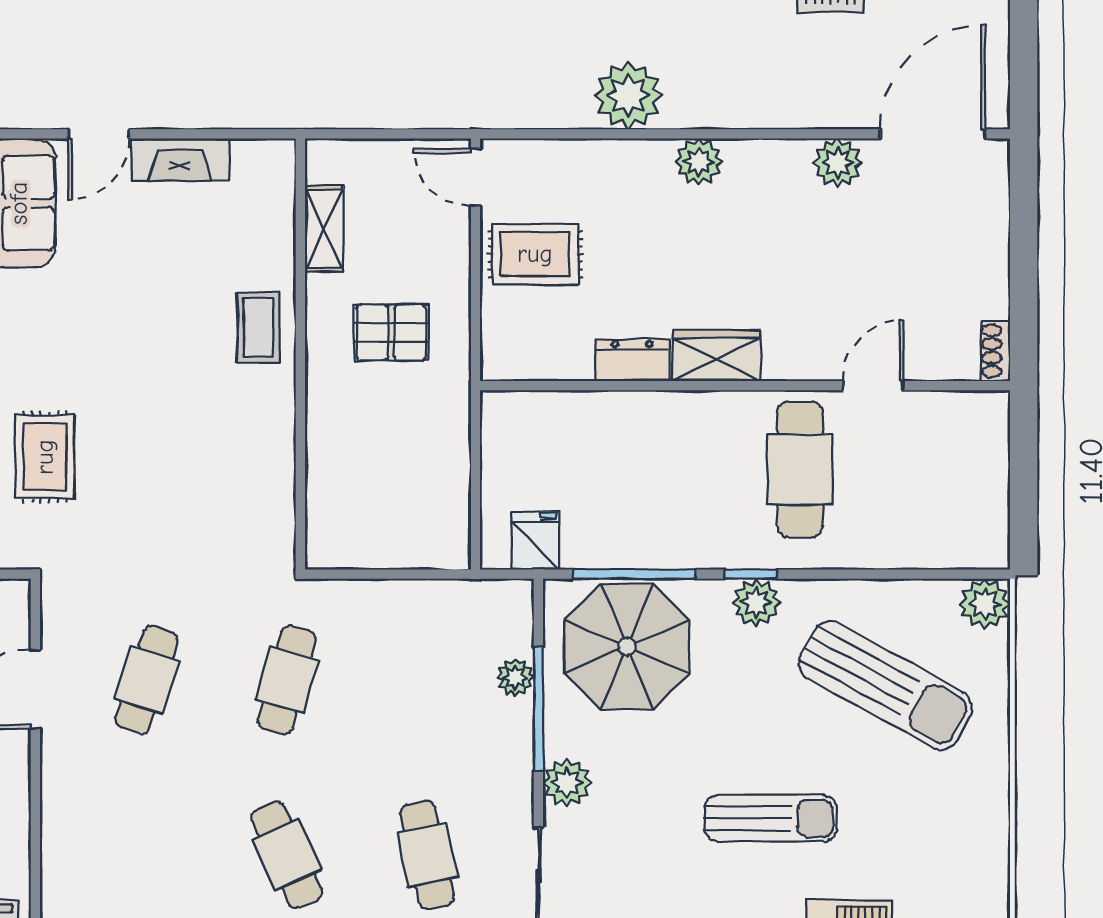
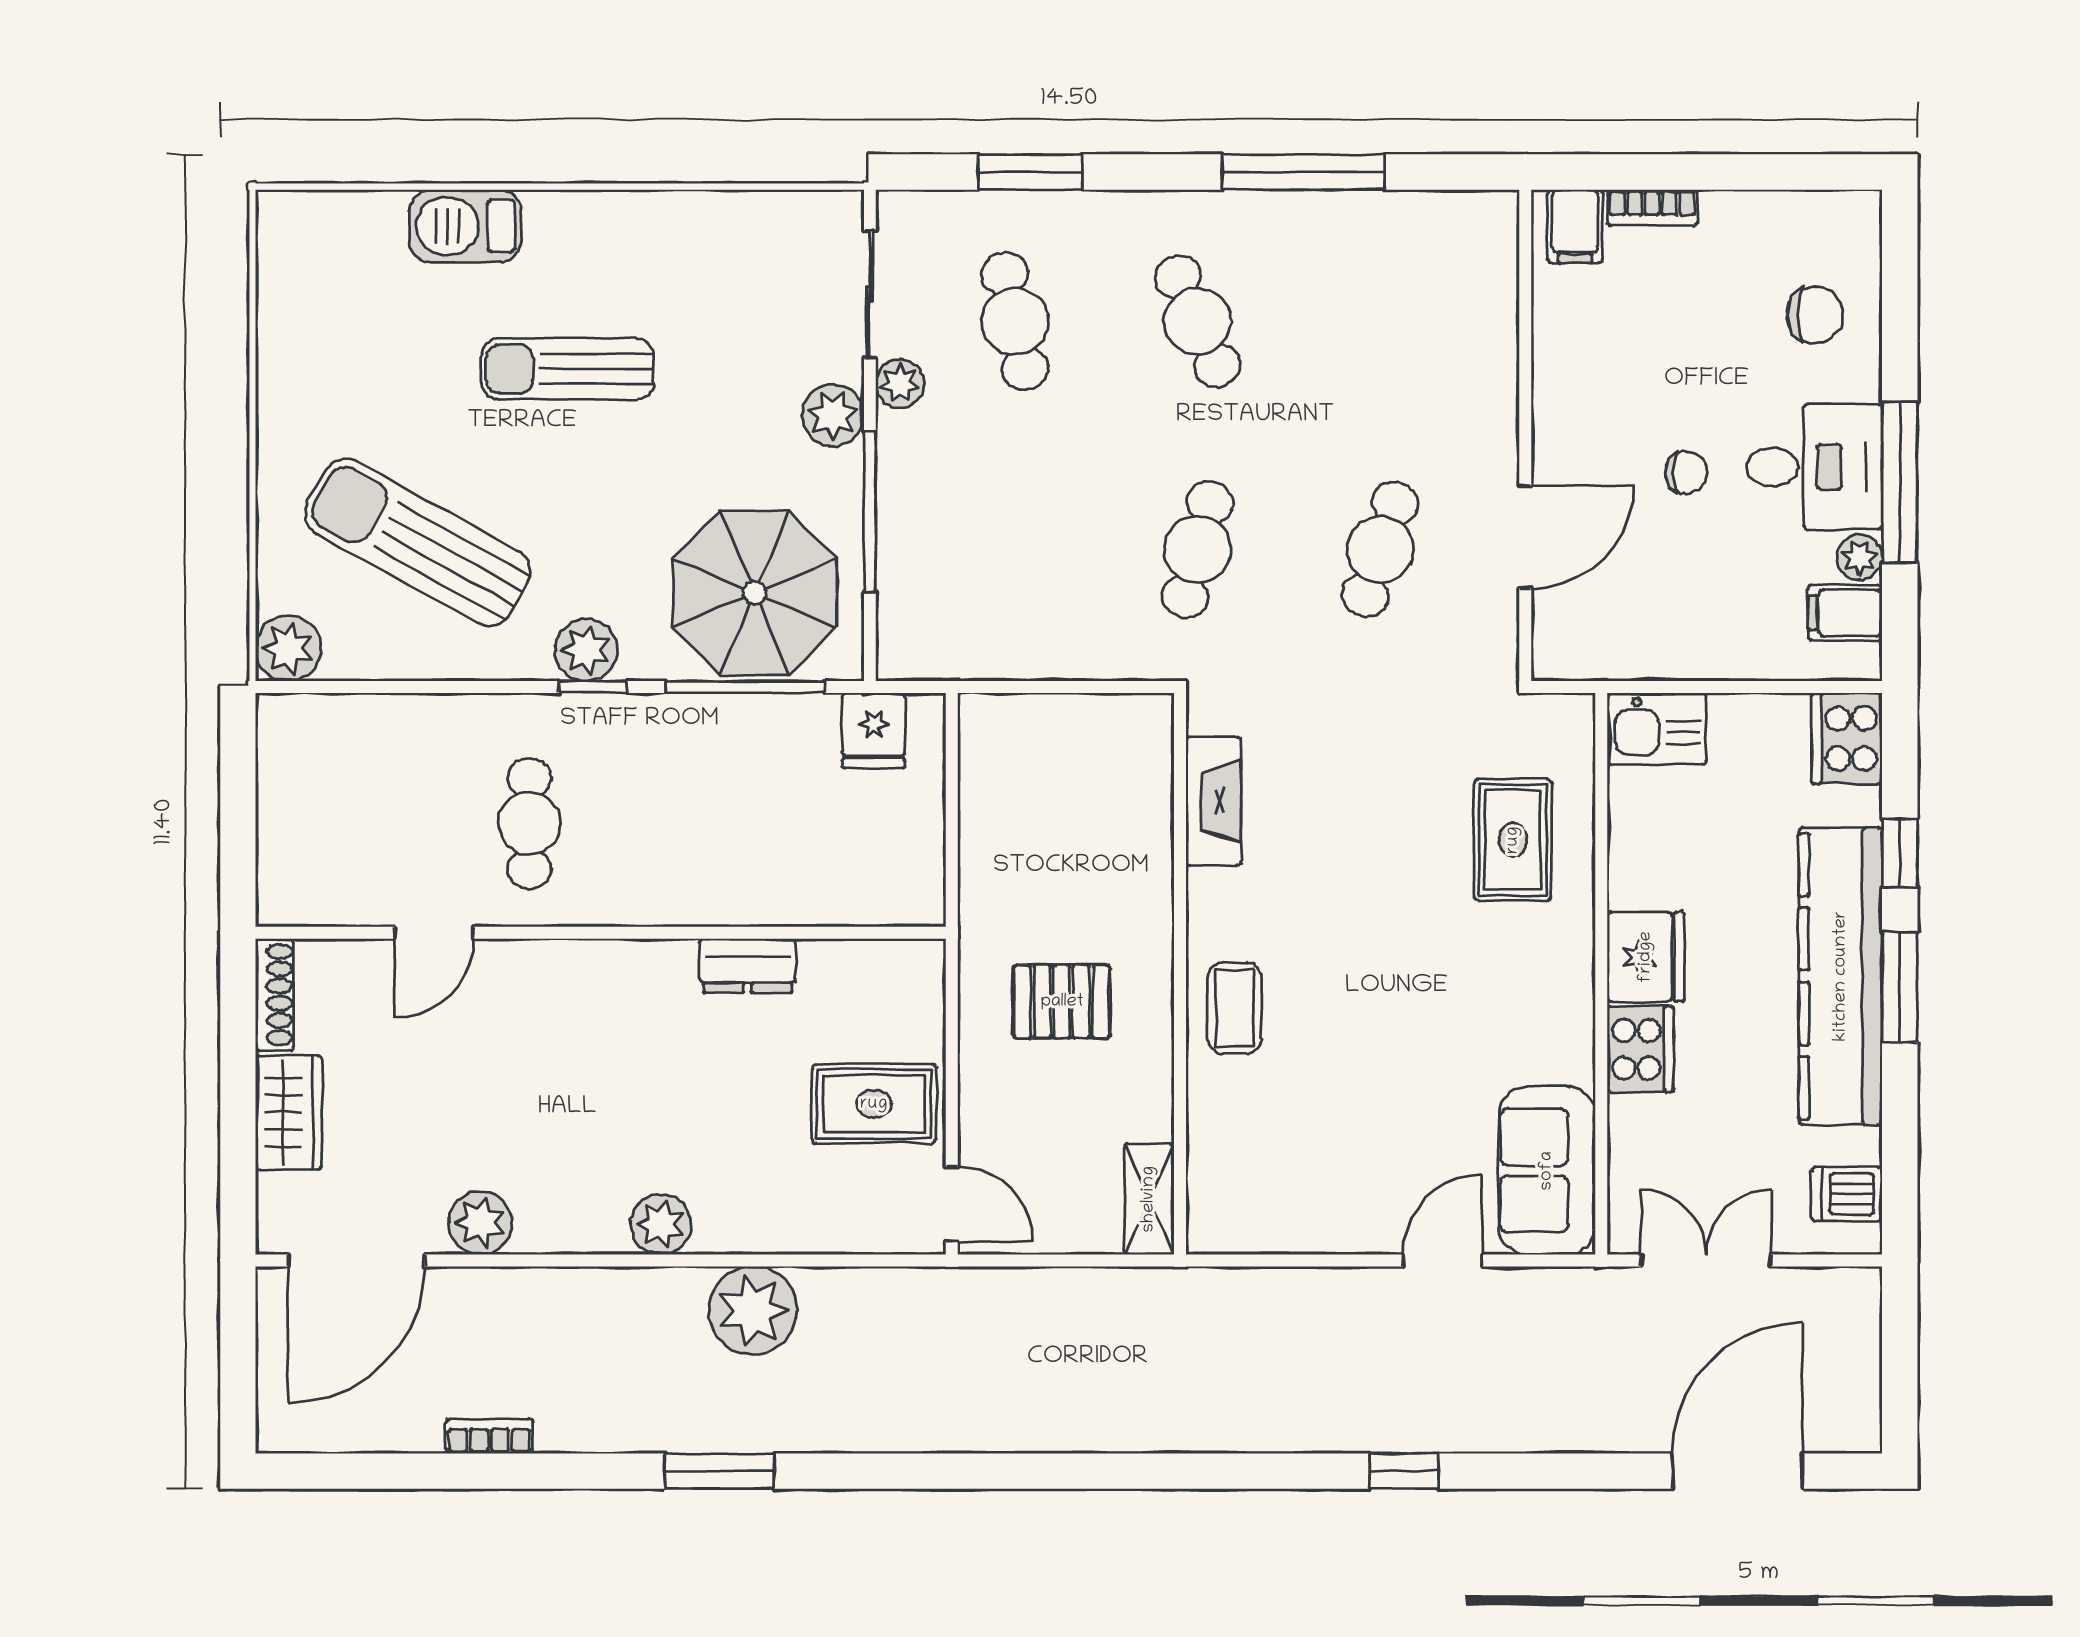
fireplace: (180, 160) -> (1213, 801), moved, turned 90
shelving: (324, 229) -> (1149, 1199), moved
shoe rack: (995, 351) -> (275, 995), width x1.43
wardrobe: (717, 356) -> (289, 1112), moved, turned -90
cafe table: (800, 469) -> (529, 824), width x0.73, depth x0.74
plant: (515, 677) -> (900, 383), moved

